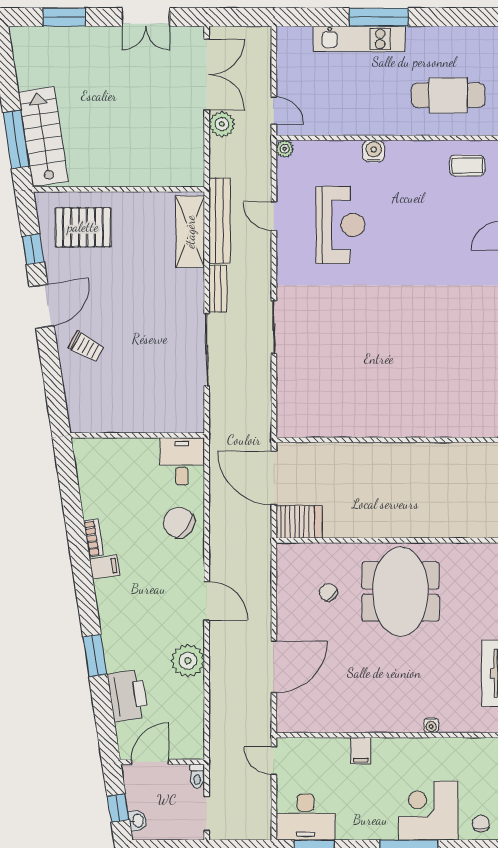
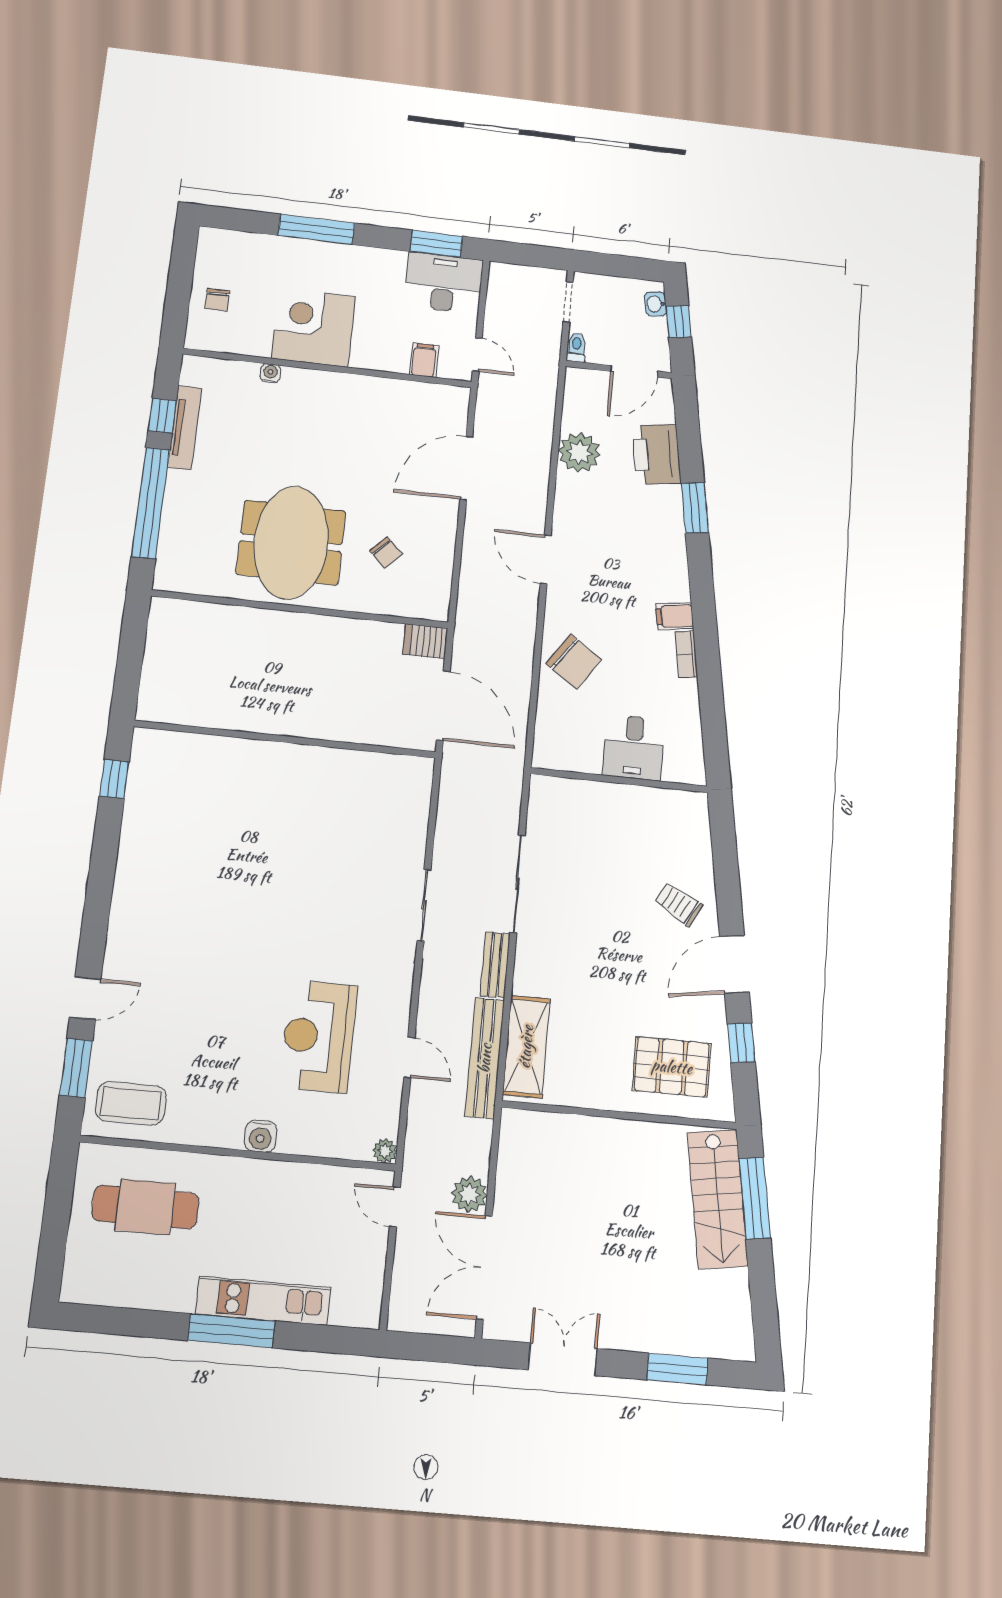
coffee table: (467, 166) -> (131, 1103), width x1.36, depth x1.30
desk: (182, 461) -> (634, 747), moved
server rack: (299, 522) -> (425, 641), width x0.73, depth x0.70
plant: (188, 661) -> (579, 452), moved
filing cabinet: (361, 751) -> (424, 360), moved
corner desk: (428, 811) -> (314, 328), moved, turned 180
chair: (481, 824) -> (217, 300), moved

